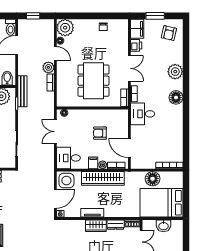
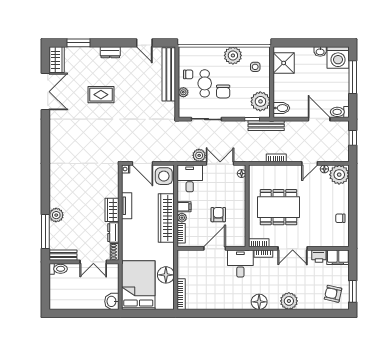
window: (155, 16) -> (353, 291), moved
plant: (48, 67) -> (199, 155), moved
door: (129, 148) -> (215, 248), moved
washbasin: (163, 226) -> (112, 301), moved

